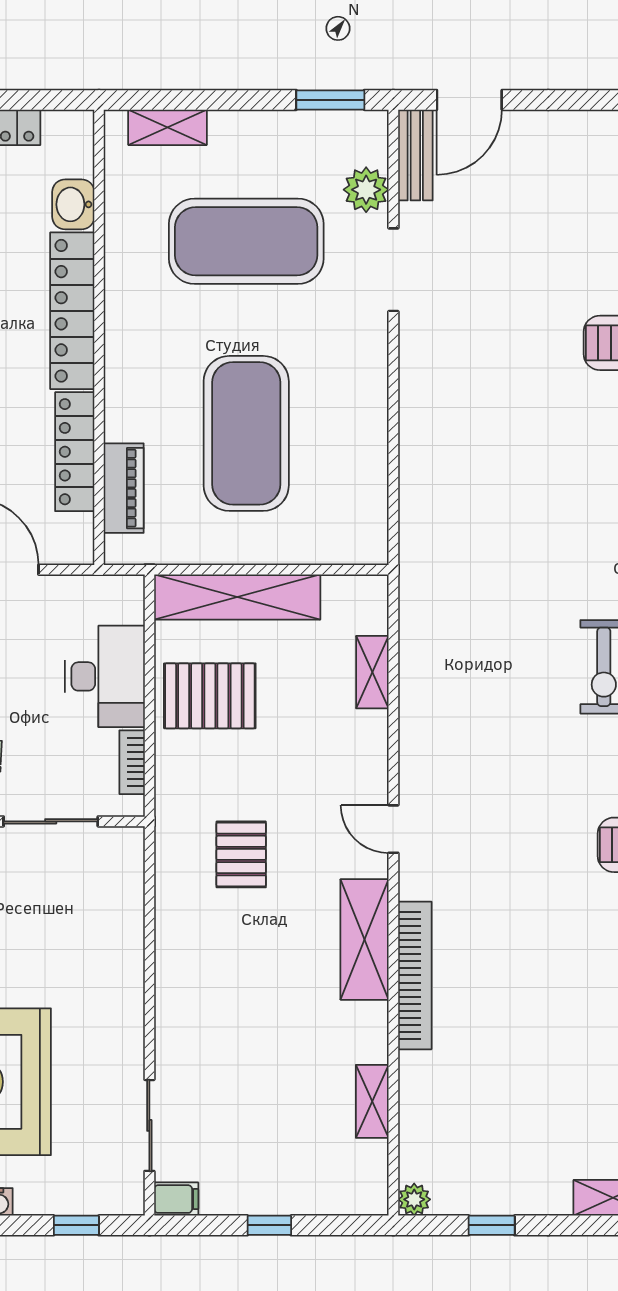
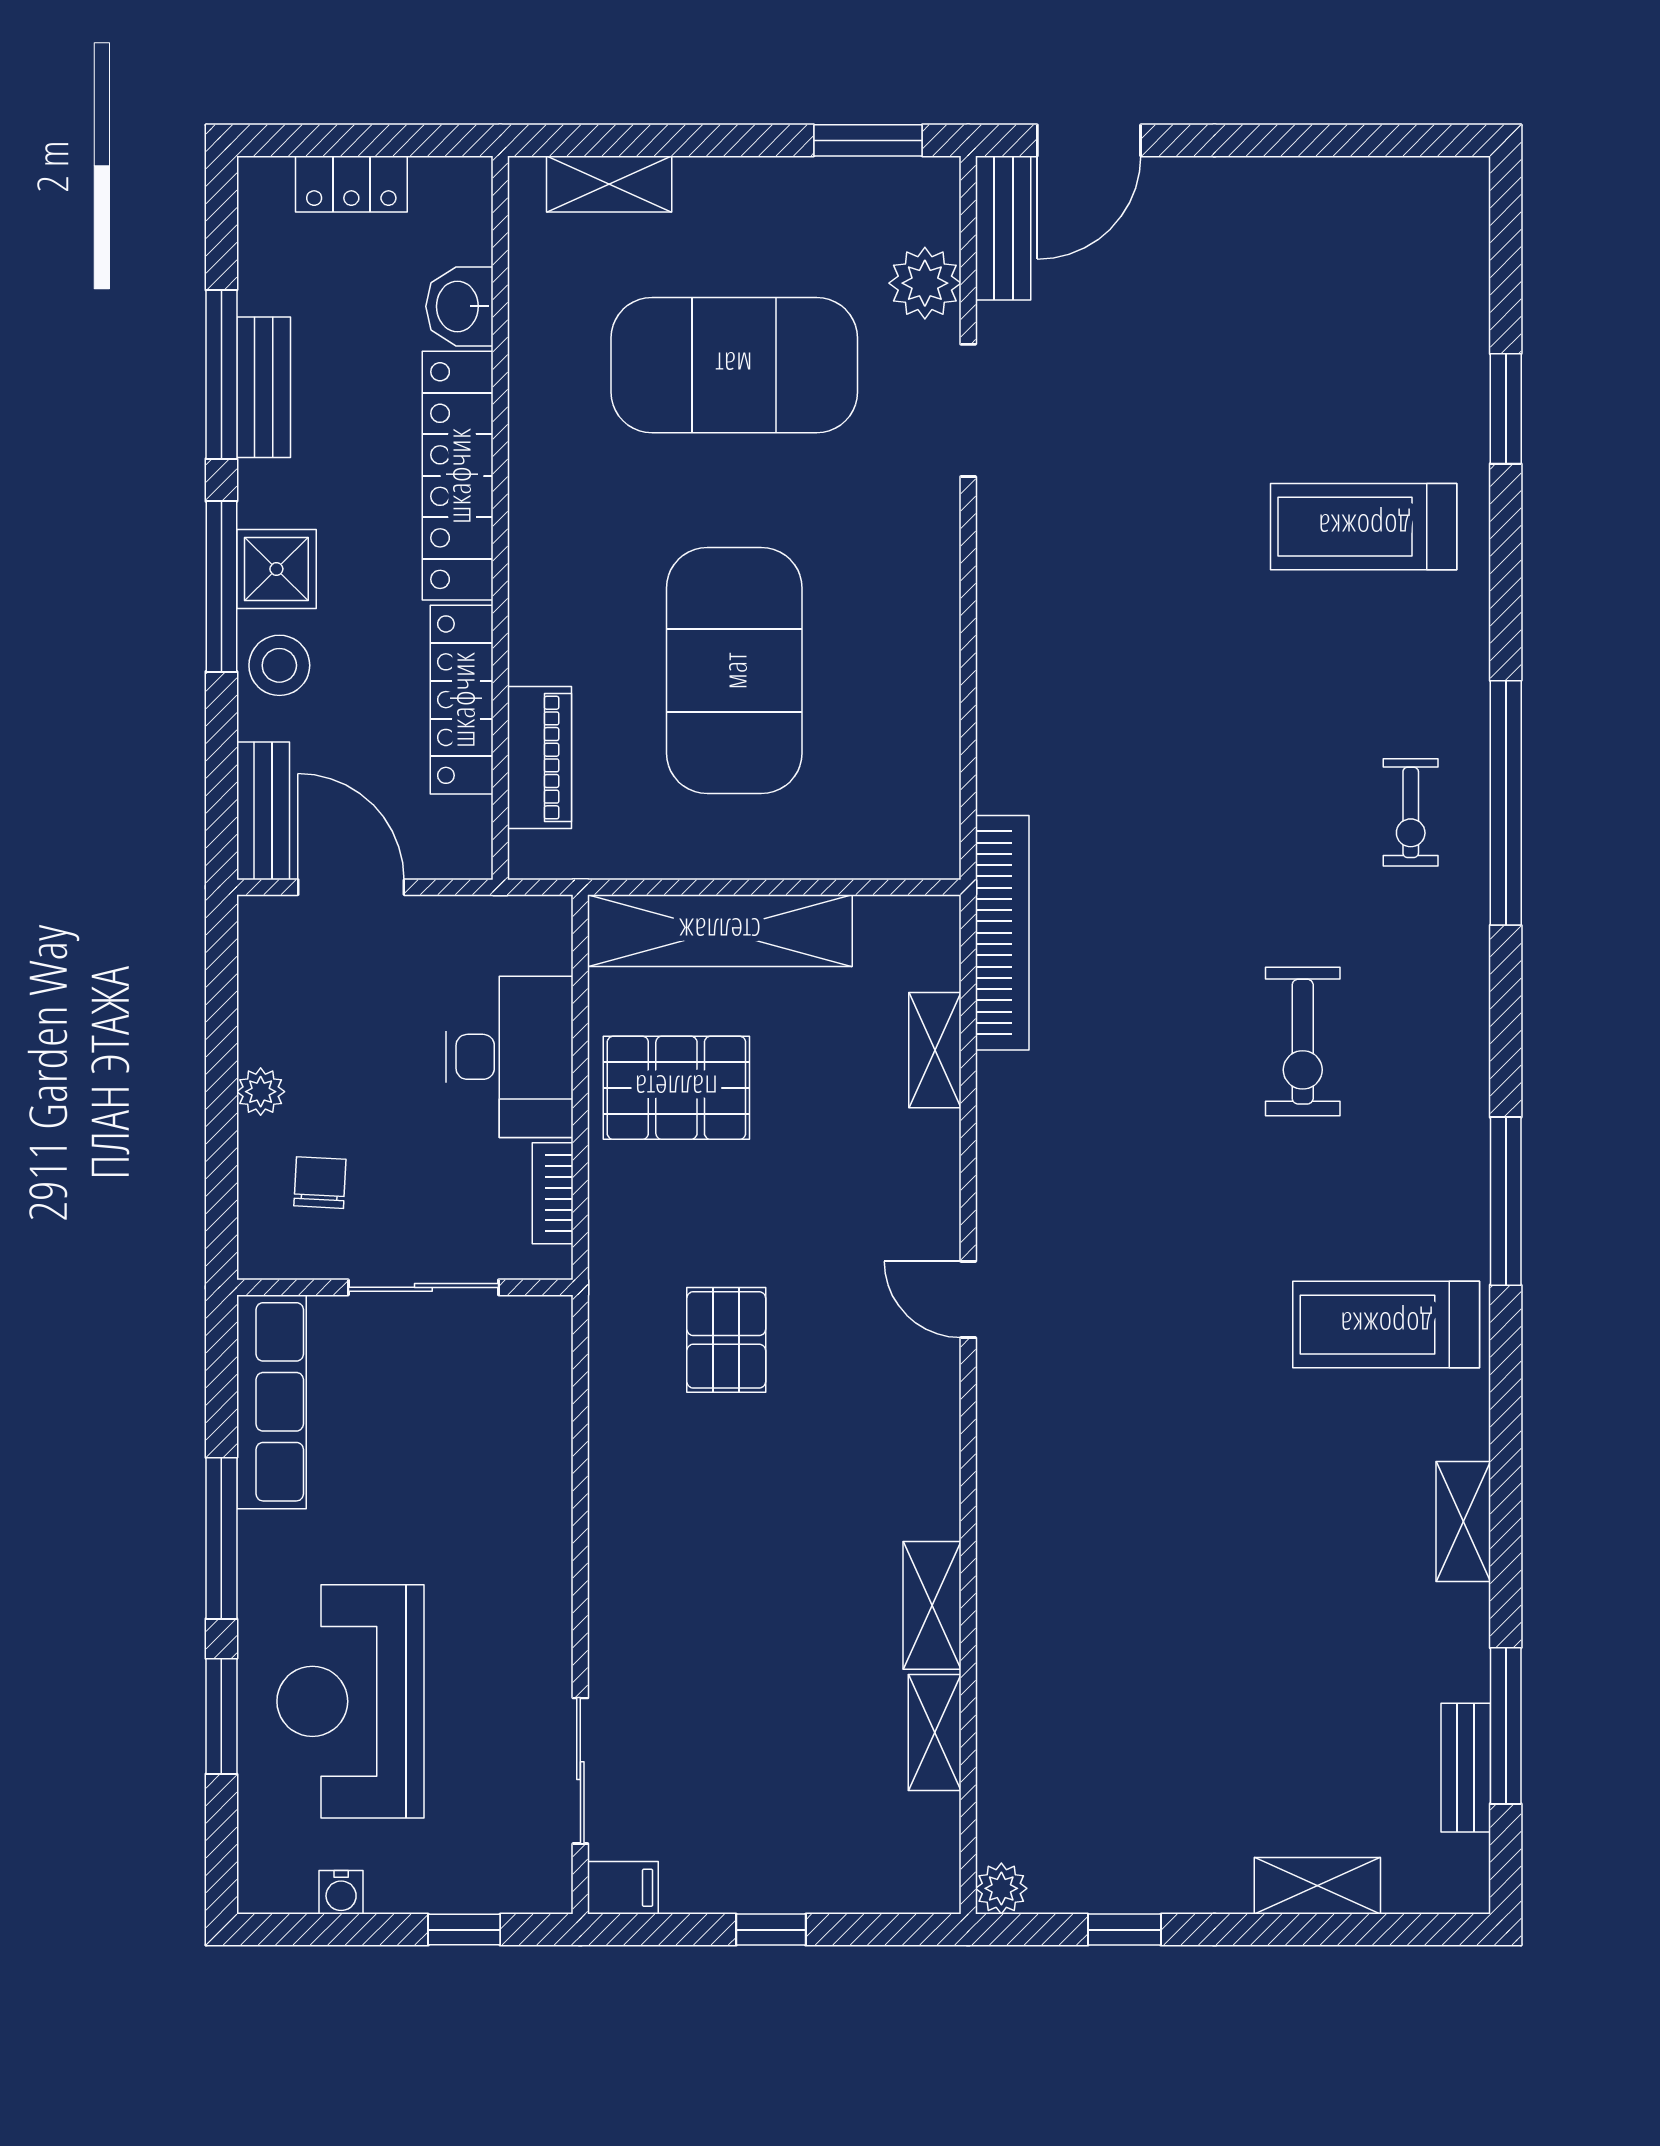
shelving: (365, 939) -> (932, 1605), moved, width x0.67, depth x0.75
bookcase: (415, 975) -> (1002, 933), moved

